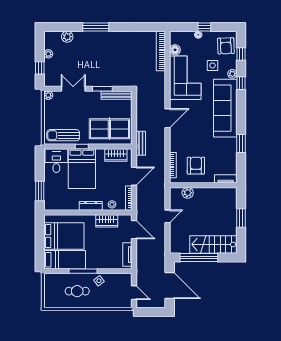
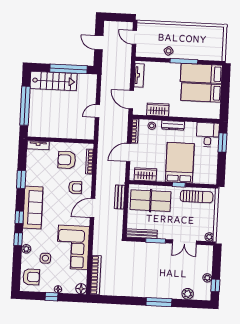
armchair: (226, 46) -> (31, 277), turned 92
floor lamp: (175, 50) -> (81, 289), moved
window: (241, 54) -> (19, 217), moved
window: (40, 68) -> (215, 285), moved
sofa: (225, 108) -> (33, 208), width x0.74, depth x0.79
armchair: (186, 138) -> (75, 187), added
bench: (141, 143) -> (120, 197), moved
desk: (56, 161) -> (208, 135), moved, turned 180
armchair: (196, 166) -> (67, 160), turned 90
plant: (188, 193) -> (76, 133), removed
window: (241, 218) -> (25, 106), width x2.11
bed: (64, 236) -> (201, 92), width x0.67
door: (170, 285) -> (99, 43), width x0.53
cafe table: (77, 291) -> (191, 42), removed

